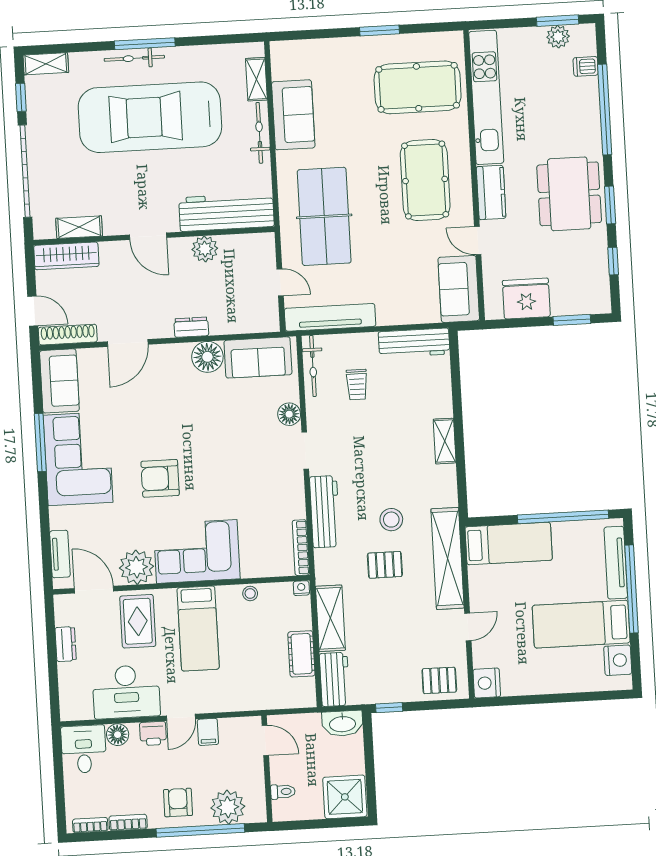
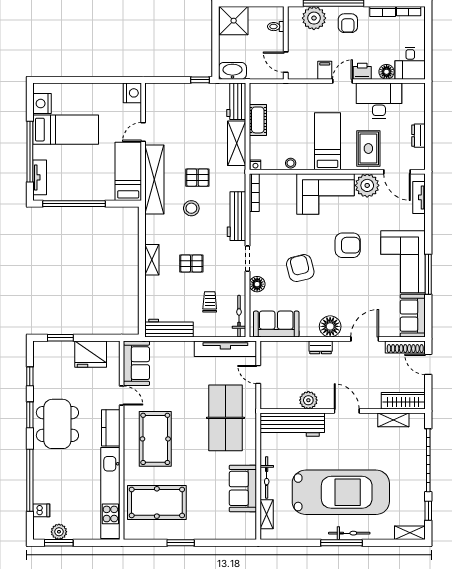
floor lamp: (207, 357) -> (330, 326), moved
armchair: (227, 441) -> (300, 268), added
bed: (509, 544) -> (128, 171), moved, turned 90
tv unit: (616, 563) -> (40, 177), width x0.71
pallet: (439, 680) -> (191, 263), moved

